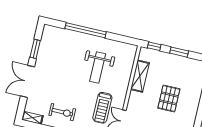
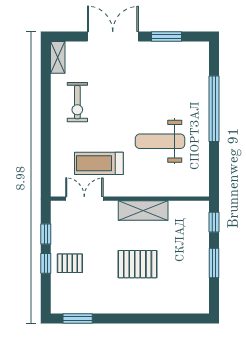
shelving: (140, 76) -> (143, 210), moved

